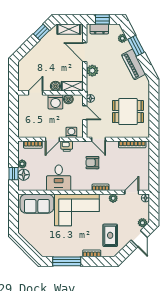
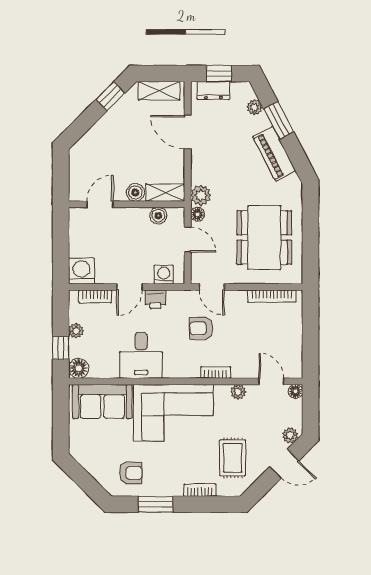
plant: (92, 71) -> (201, 195), moved
washing machine: (55, 102) -> (81, 271), moved, turned 180
dining table: (128, 112) -> (264, 238), width x1.38
floor lamp: (24, 175) -> (79, 368), moved
door: (132, 192) -> (271, 381), hinge flipped
door: (139, 239) -> (284, 464), hinge flipped
armchair: (53, 244) -> (131, 473), added
window: (67, 261) -> (156, 504), width x0.69

